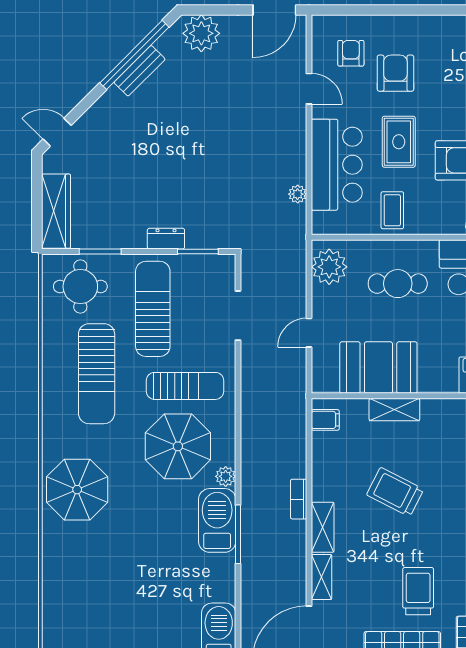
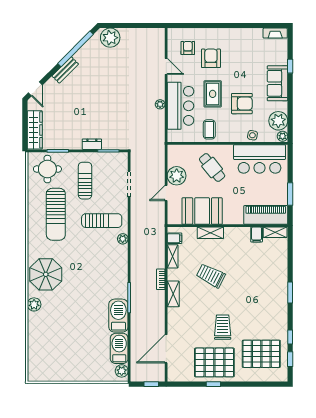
door: (274, 10) -> (148, 26), removed
bench: (140, 71) -> (65, 70), moved
door: (57, 132) -> (35, 89), swing flipped
plant: (298, 194) -> (160, 104), moved
plant: (329, 267) -> (177, 176), moved
cafe table: (398, 284) -> (212, 168), turned 51
sun lounger: (153, 309) -> (85, 181), width x0.73, depth x0.75
parasol: (178, 446) -> (98, 252), removed
plant: (226, 476) -> (123, 239), moved
barbecue: (217, 520) -> (118, 316), moved
plant: (55, 548) -> (34, 304), added
shelving: (322, 577) -> (173, 256), moved

